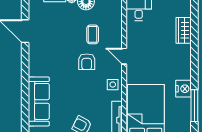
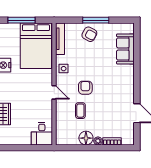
sofa: (39, 101) -> (125, 49), width x0.73

